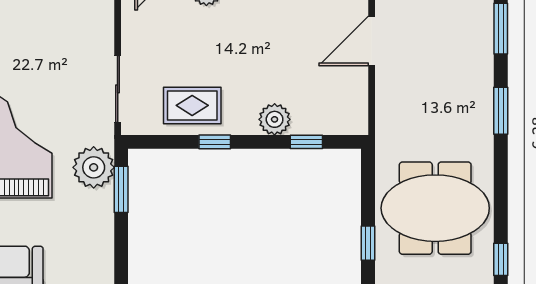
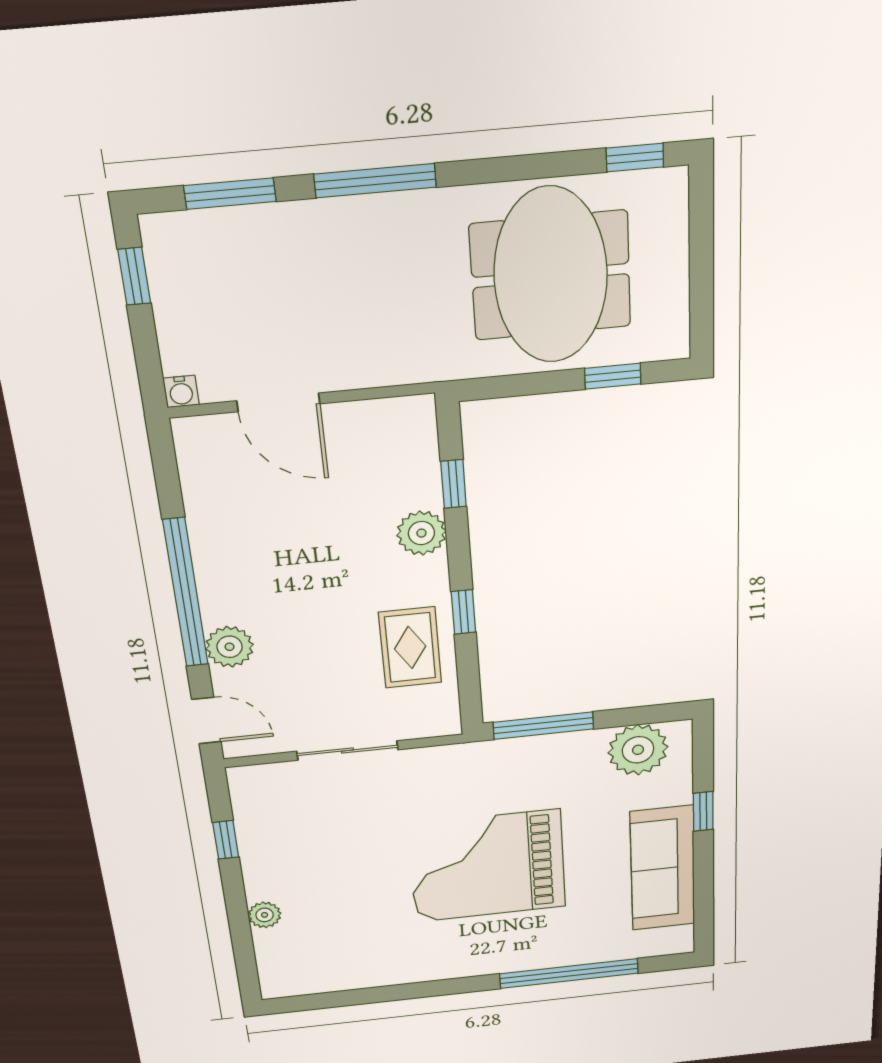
sliding door: (118, 89) -> (347, 750), moved
window: (501, 111) -> (375, 181), width x1.44
plant: (94, 167) -> (638, 750), moved
window: (121, 189) -> (543, 726), width x1.44

